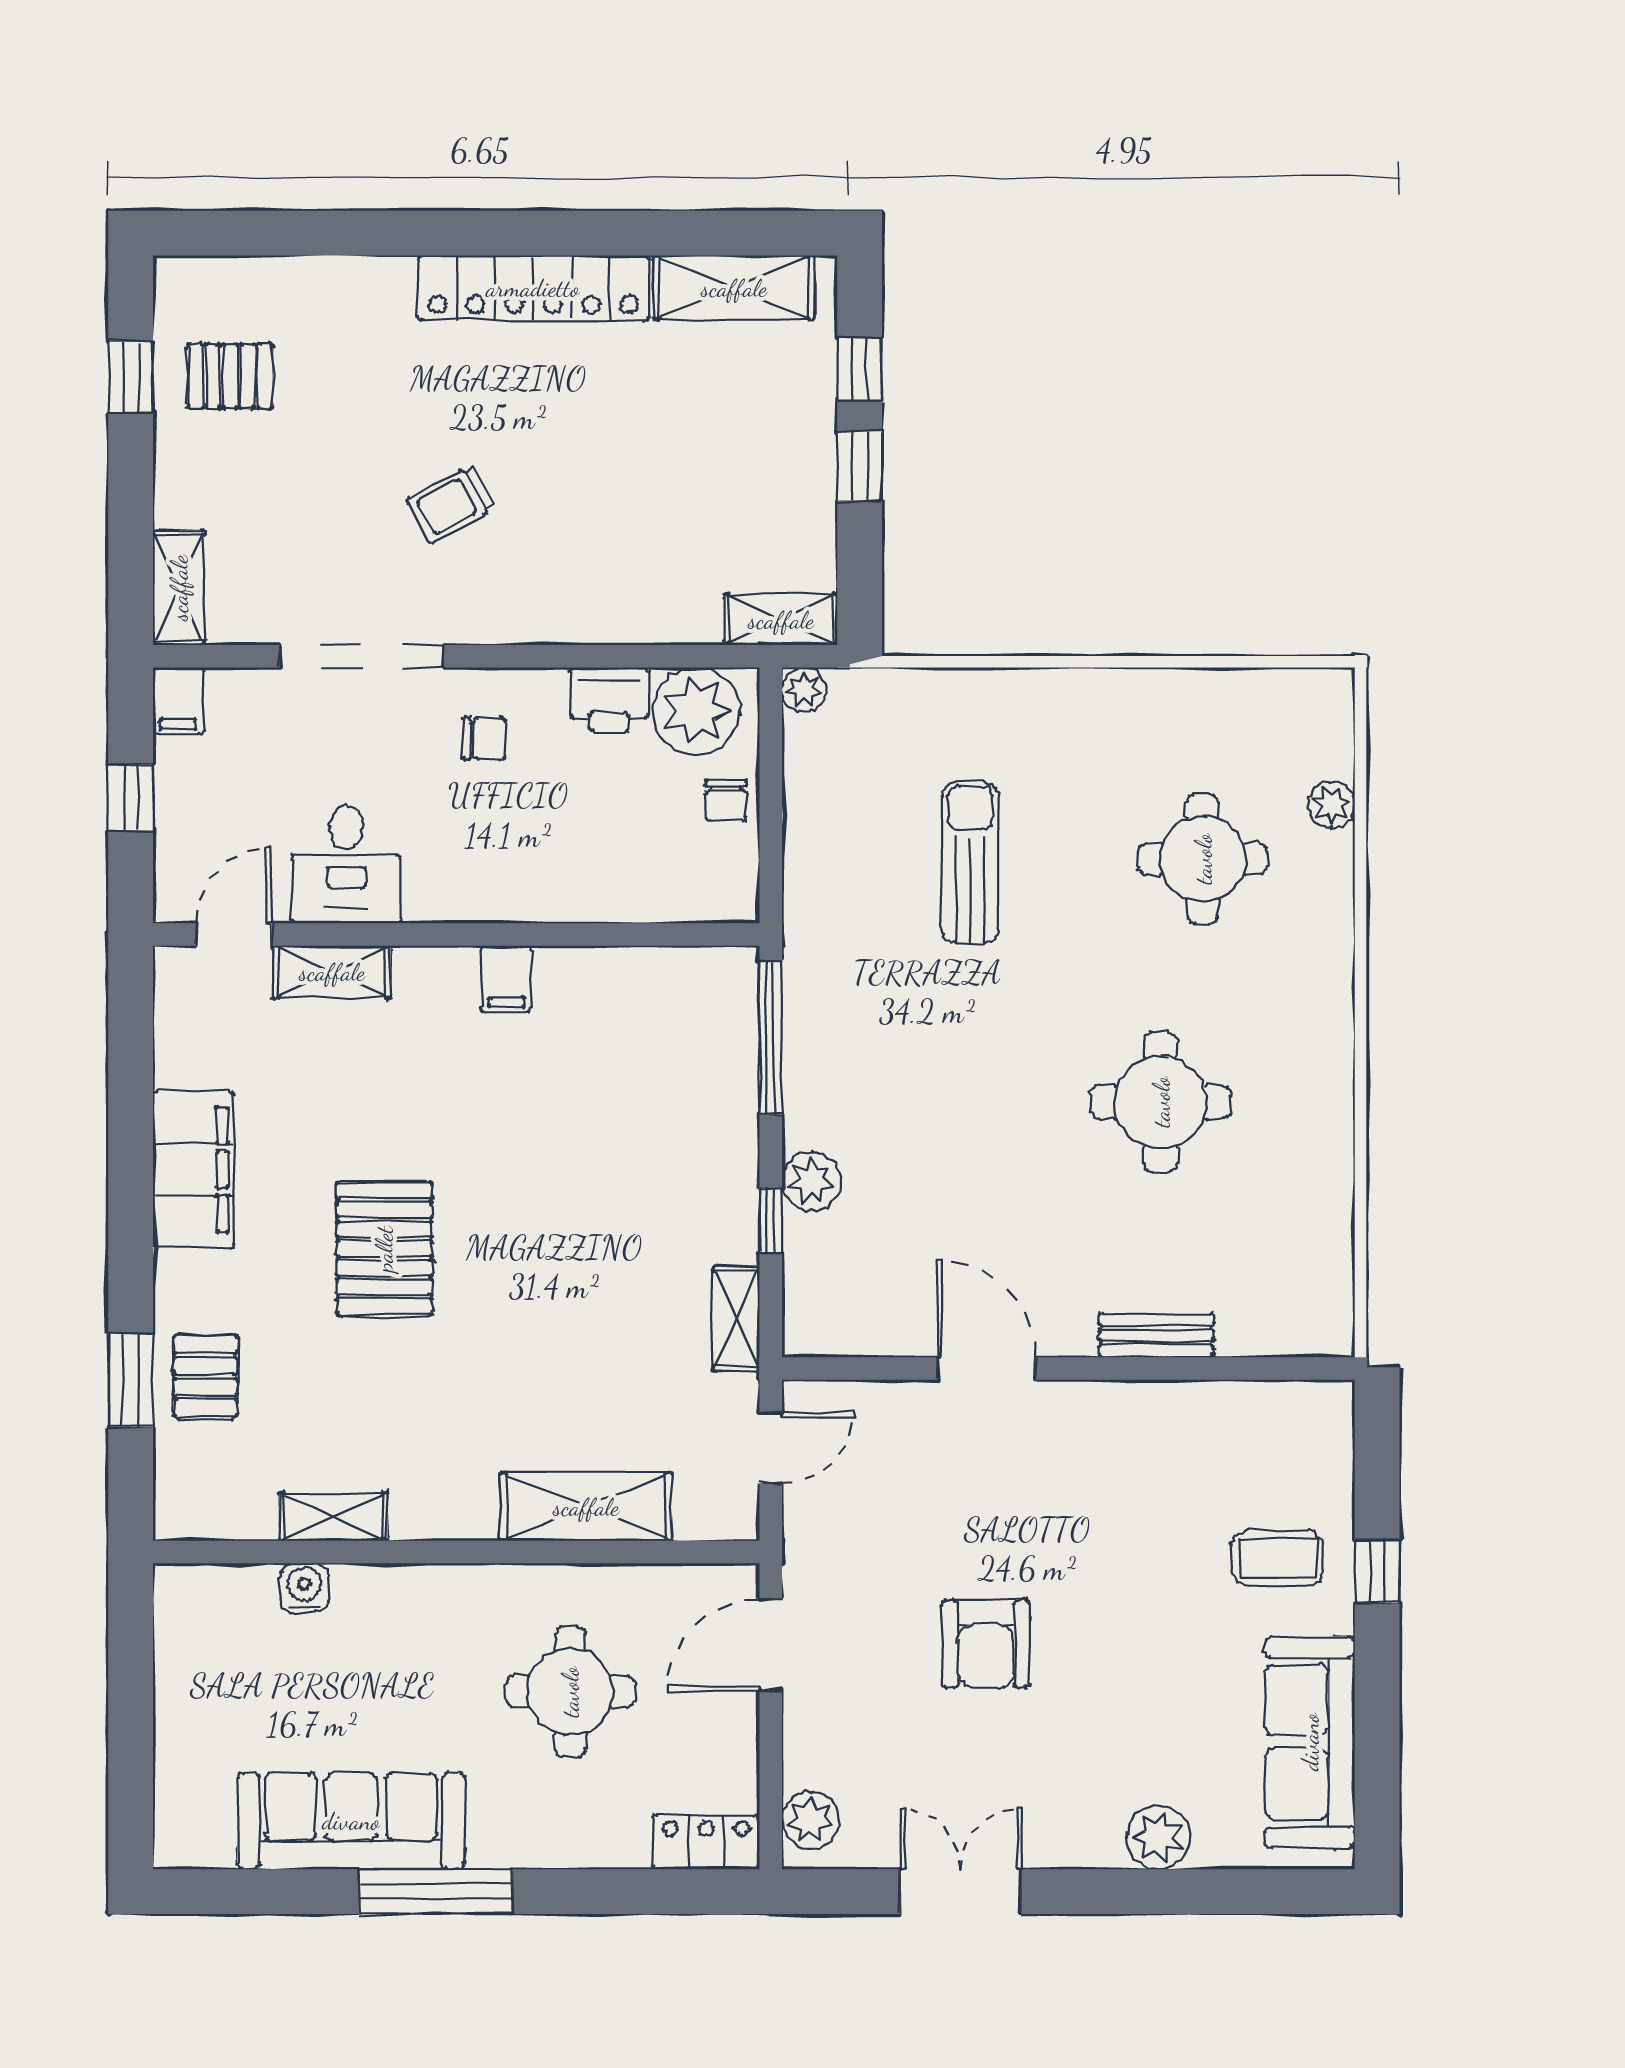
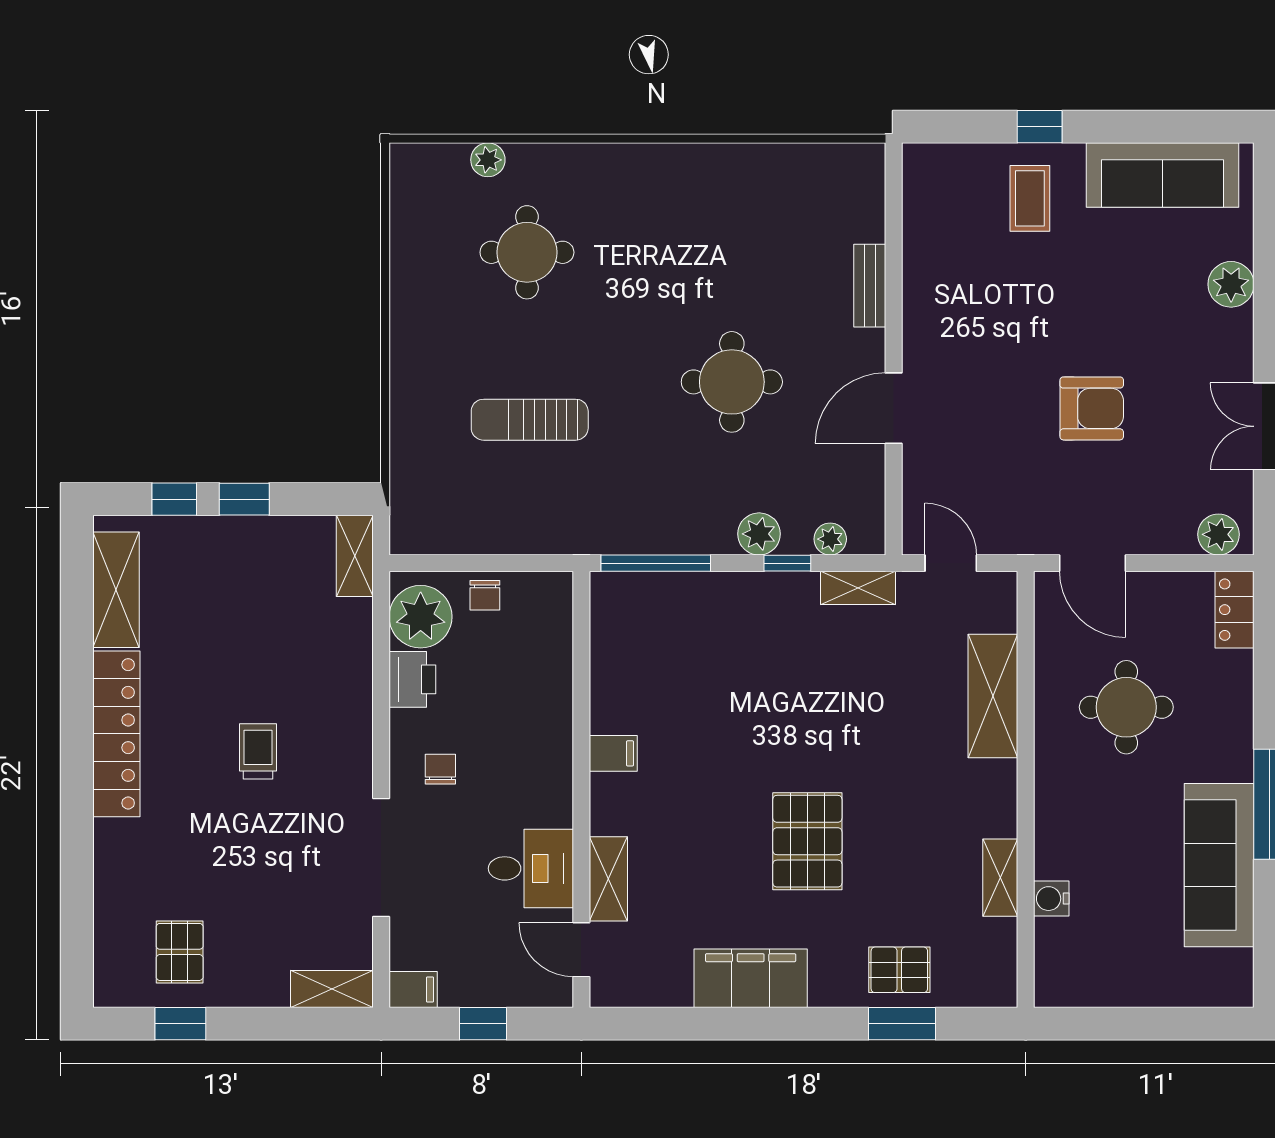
trolley: (451, 504) -> (258, 751), moved, turned -151
plant: (804, 690) -> (830, 539), moved
chair: (726, 800) -> (485, 595), turned 90
round table: (1161, 1102) -> (732, 382), moved
pallet: (384, 1249) -> (807, 841), turned 90

